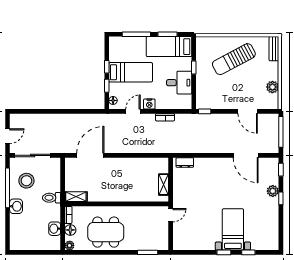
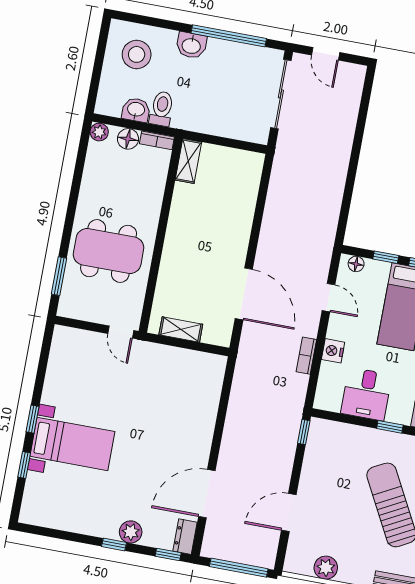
nightstand: (149, 104) -> (333, 351), moved
door: (90, 155) -> (244, 294), moved
dresser: (185, 163) -> (185, 537), moved
stool: (26, 181) -> (137, 54), moved
toilet: (52, 198) -> (162, 109), moved
dining table: (106, 232) -> (109, 251), moved, turned 90

